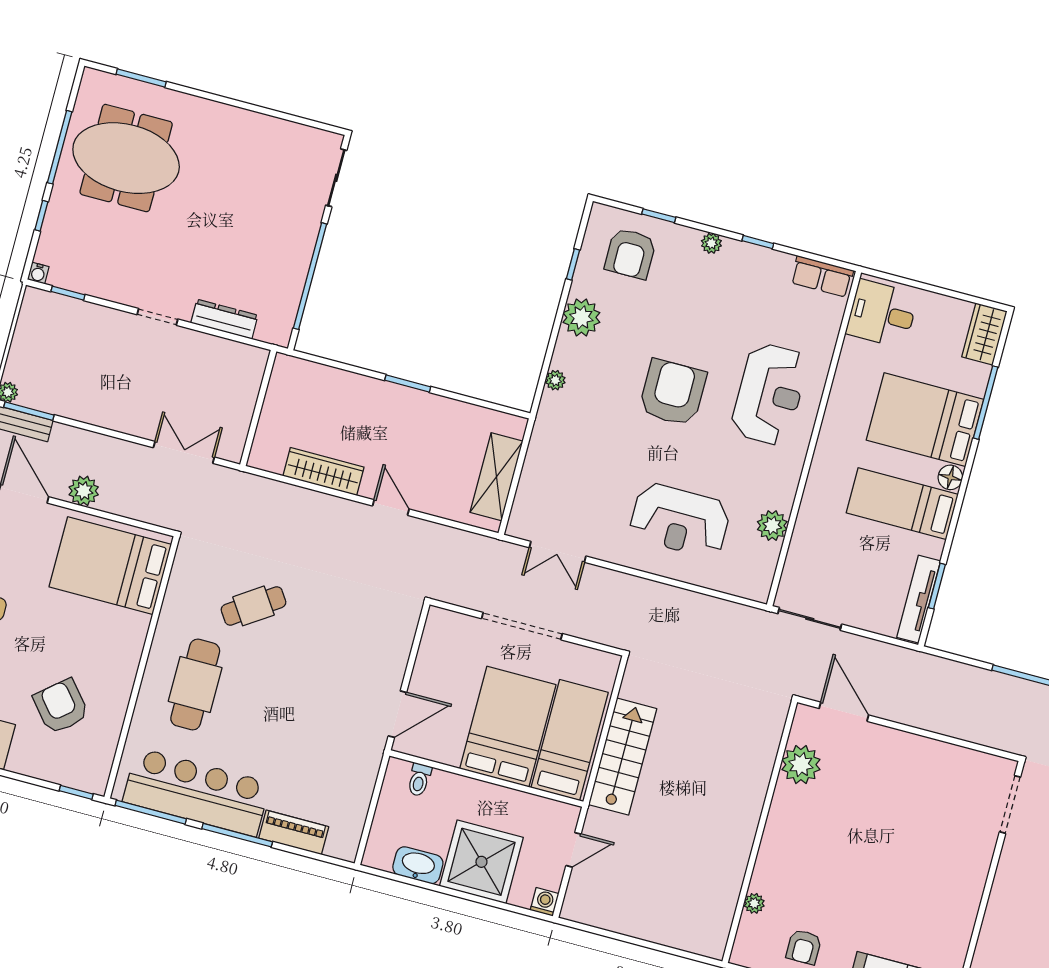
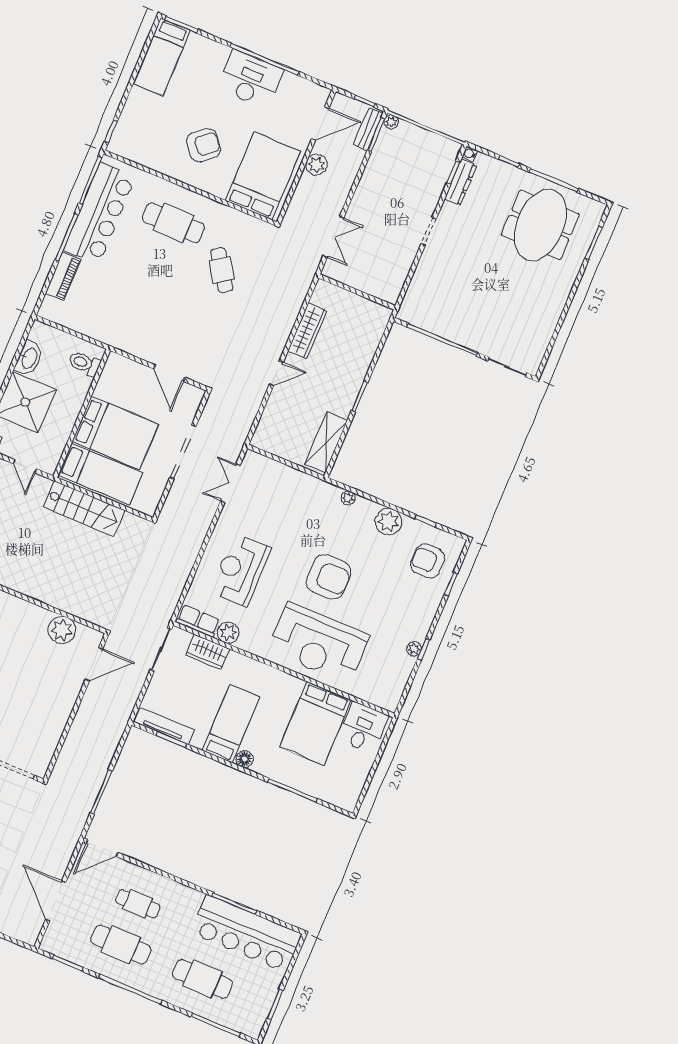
plant: (711, 243) -> (414, 649), moved
row of seats: (822, 276) -> (198, 621), moved, turned 90
dresser: (224, 319) -> (461, 182), moved
wardrobe: (984, 334) -> (208, 652), moved, turned 180
reception desk: (770, 394) -> (318, 643), width x1.36, depth x1.30
bed: (925, 420) -> (315, 723), moved, turned 180
shelving: (497, 477) -> (326, 442), moved, turned 90
armchair: (61, 706) -> (204, 145), moved
door: (397, 714) -> (169, 373), moved
toilet: (419, 780) -> (84, 363), width x1.37, depth x1.39

